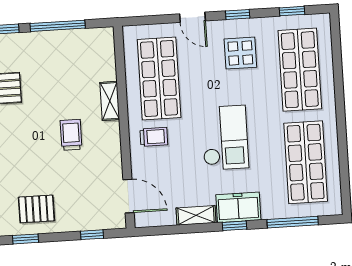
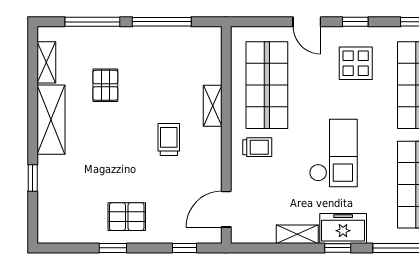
door: (129, 196) -> (226, 209), swing flipped

